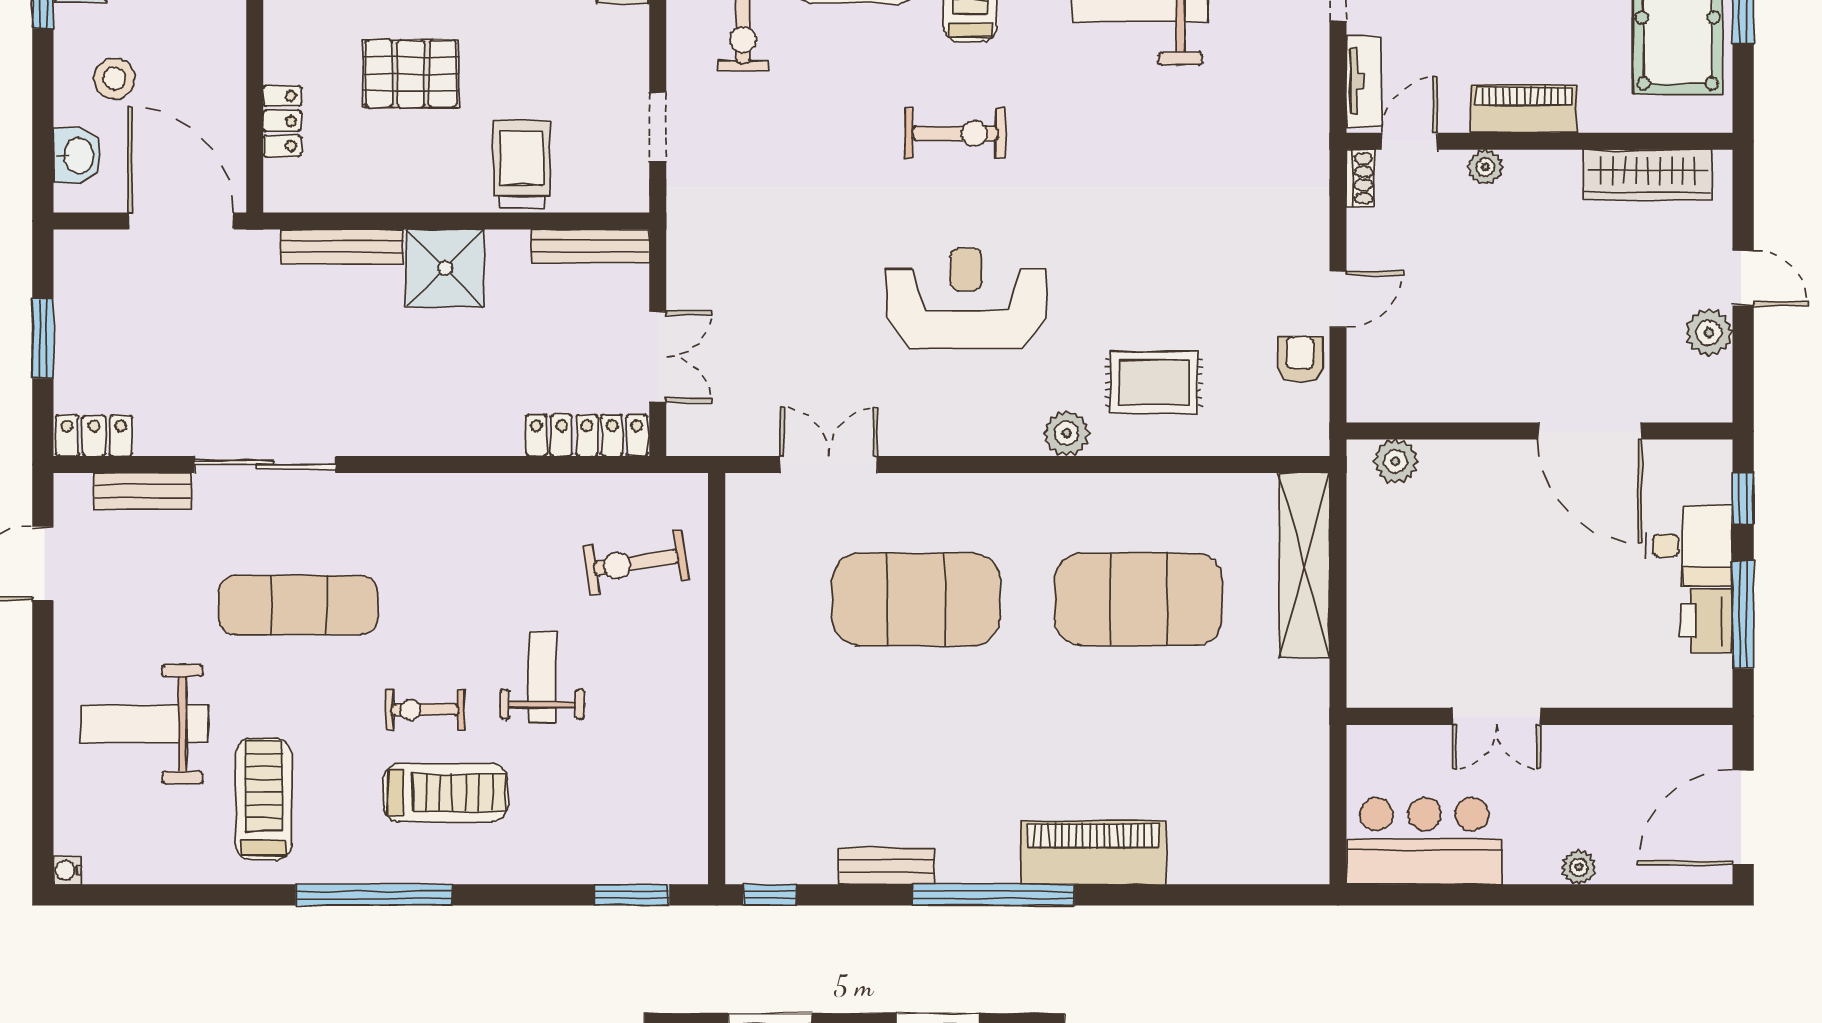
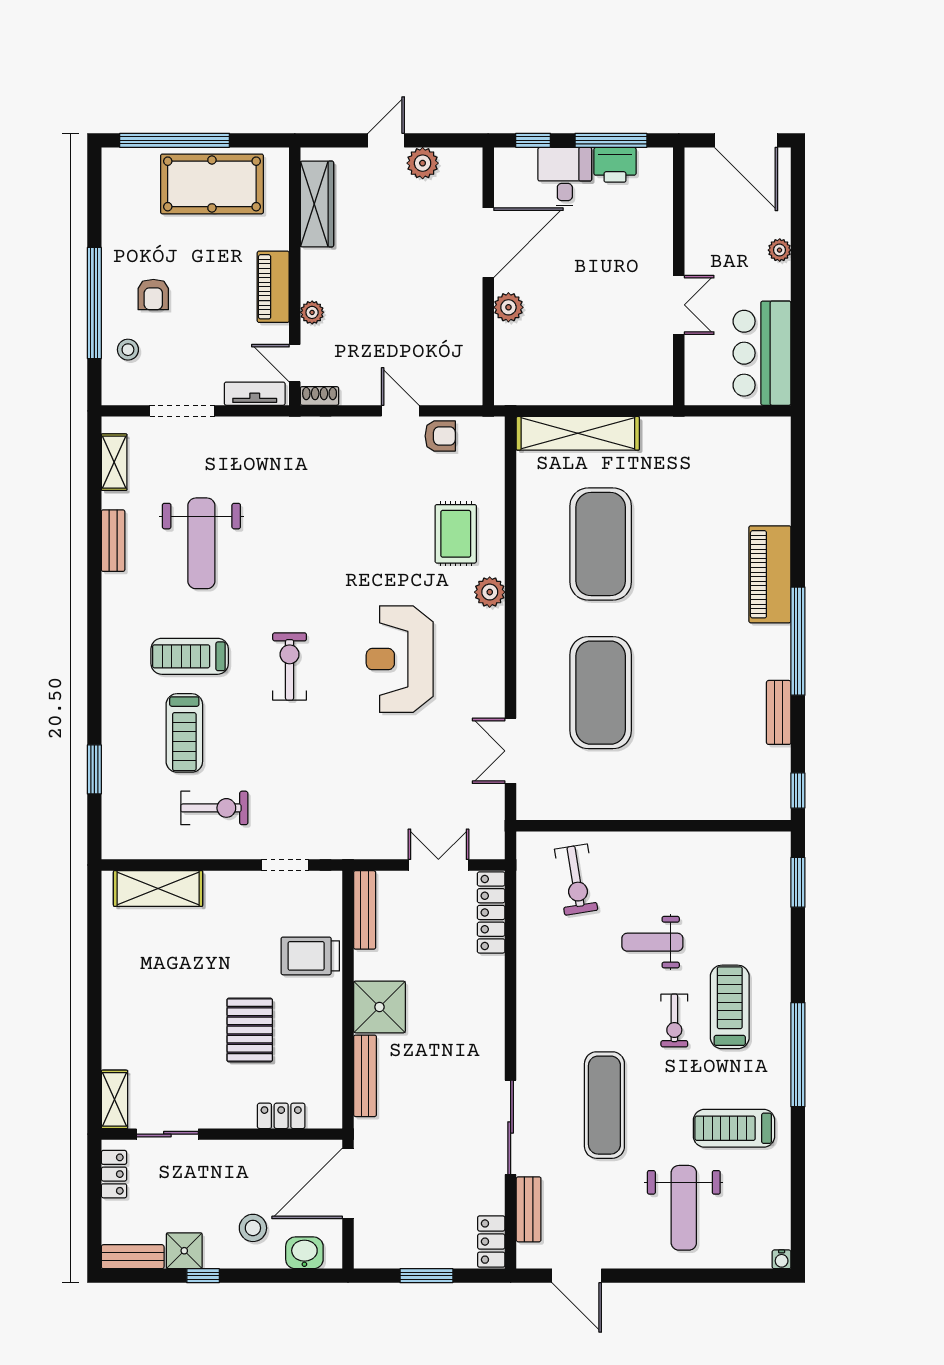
armchair: (1300, 359) -> (440, 436), turned 180
plant: (1396, 461) -> (508, 307), moved

